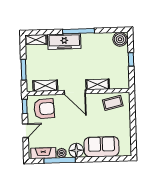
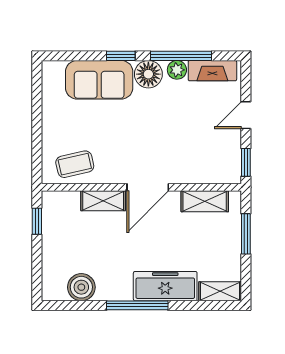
boiler: (120, 39) -> (81, 287), moved
window: (131, 59) -> (37, 221), moved
door: (75, 92) -> (148, 187), swing flipped
armchair: (44, 109) -> (208, 157), removed
window: (91, 159) -> (121, 56), added

